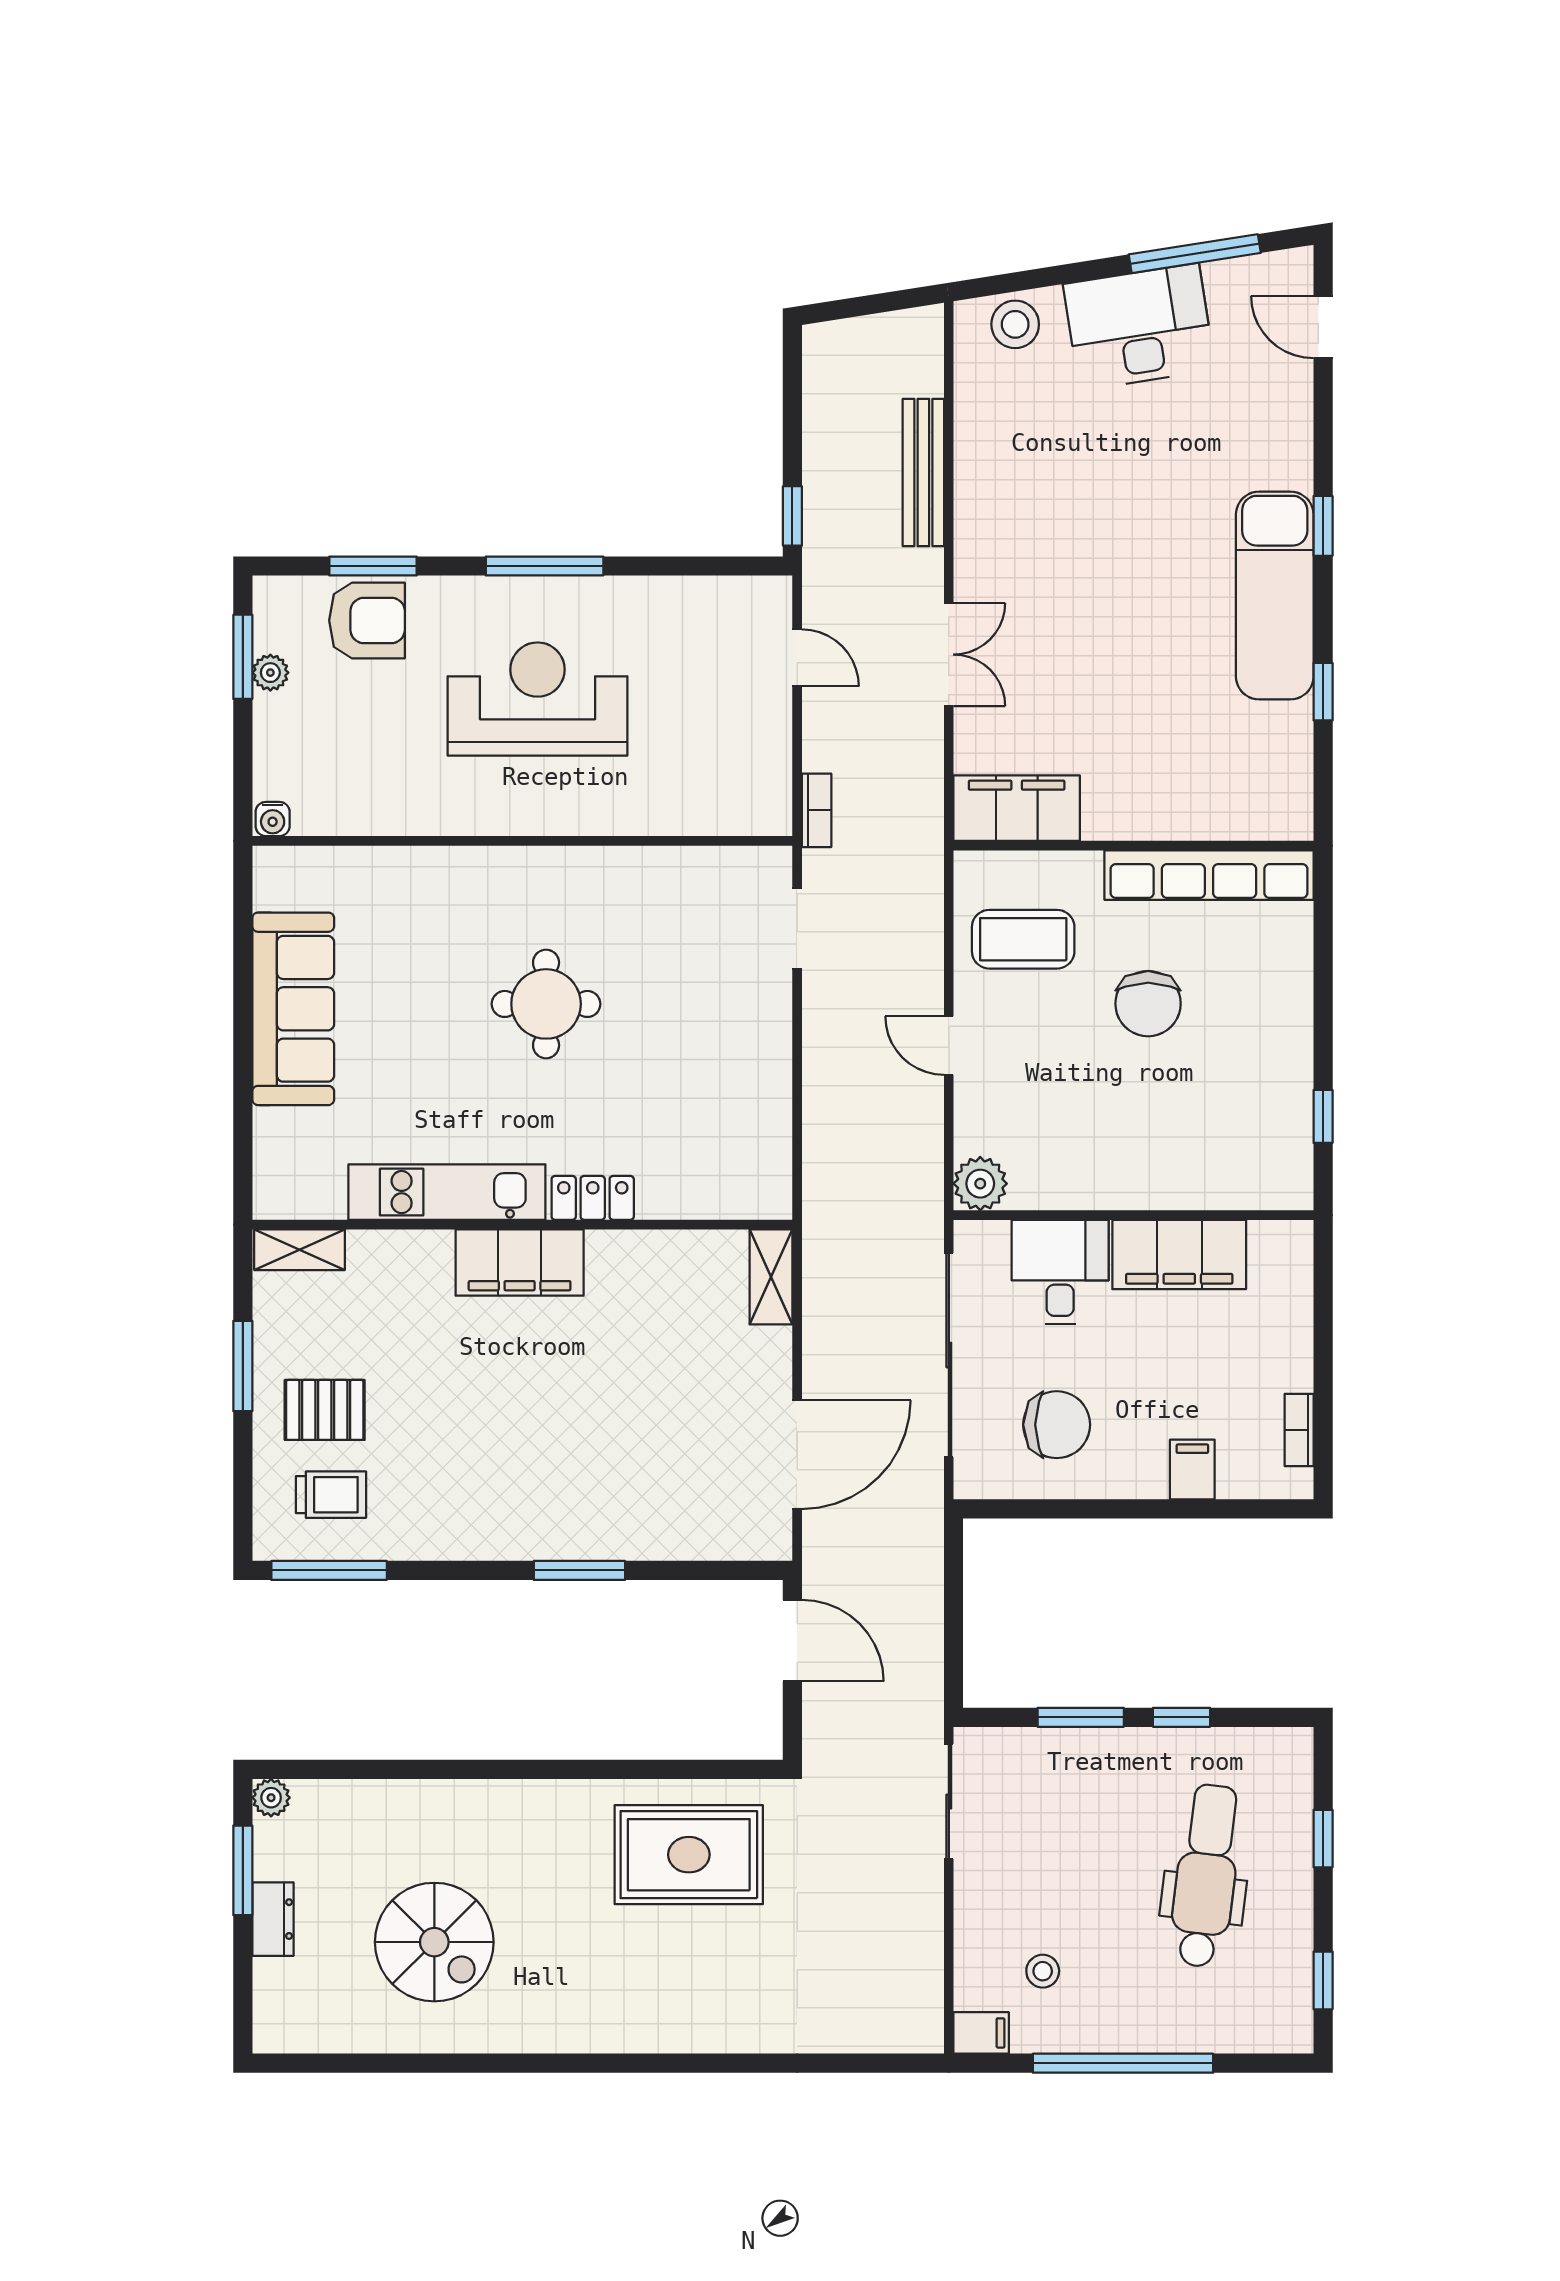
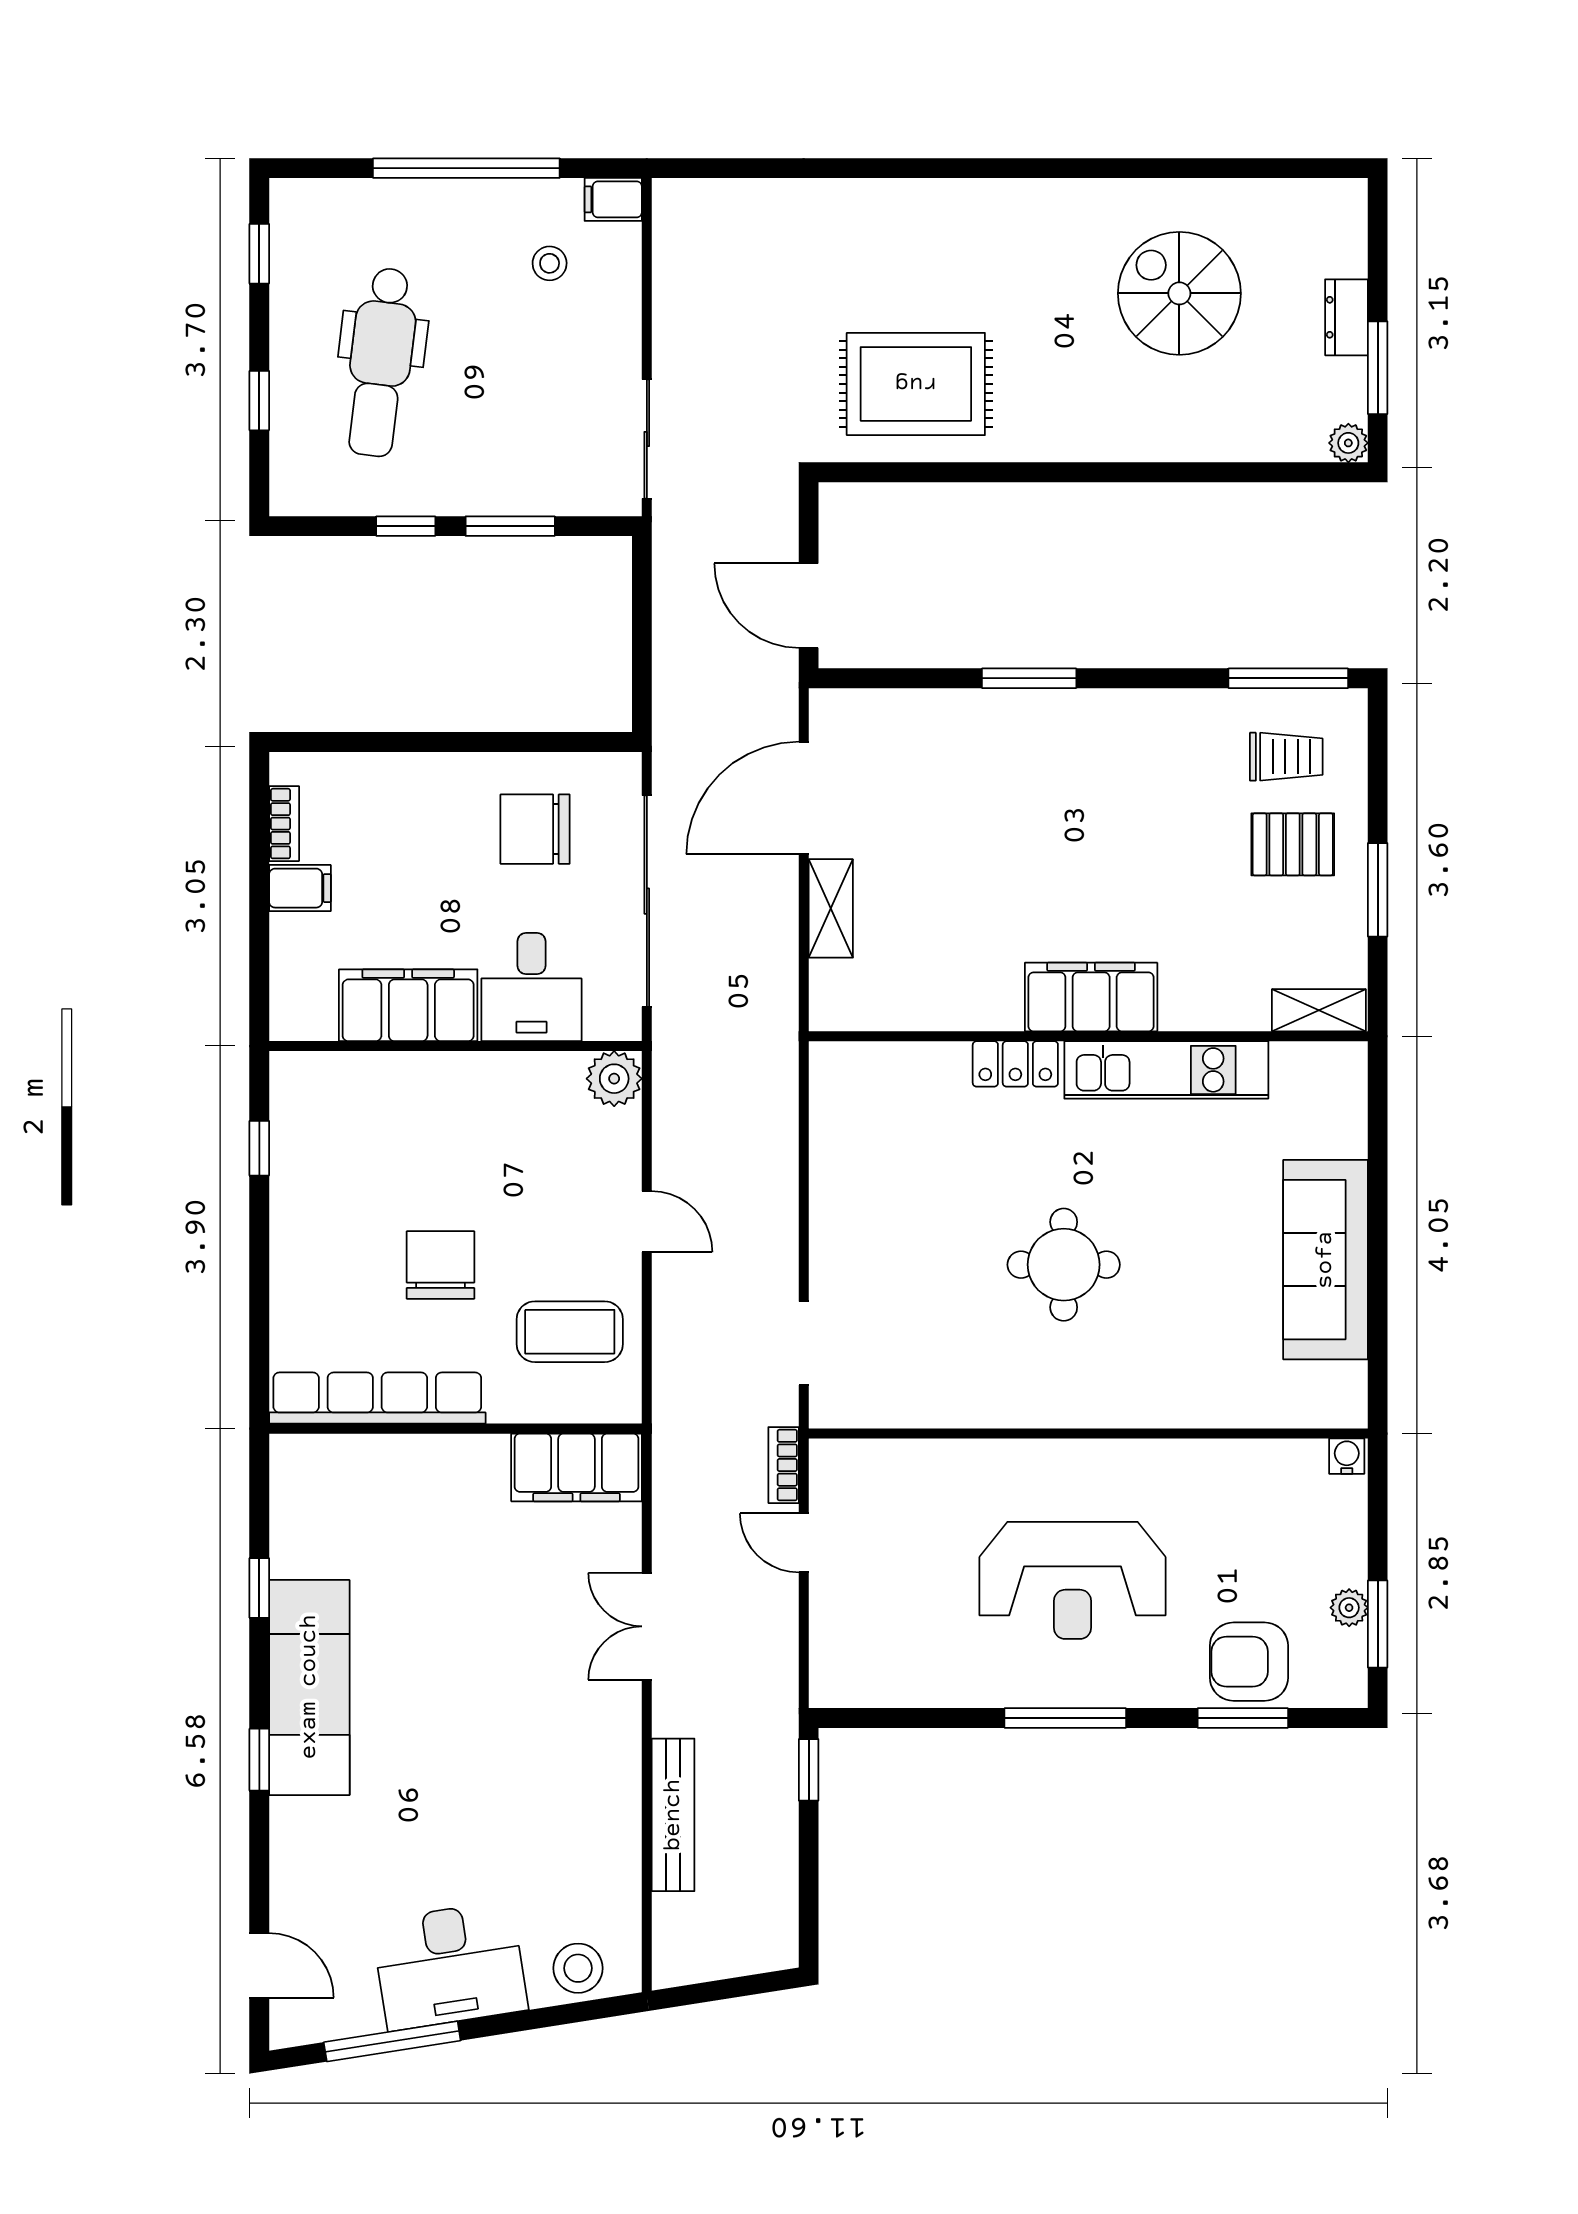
door: (797, 658) -> (804, 1543), moved
shelving: (771, 1277) -> (831, 908), moved
filing cabinet: (1192, 1470) -> (300, 888), moved, turned -90
trolley: (331, 1495) -> (1286, 757), turned 180

